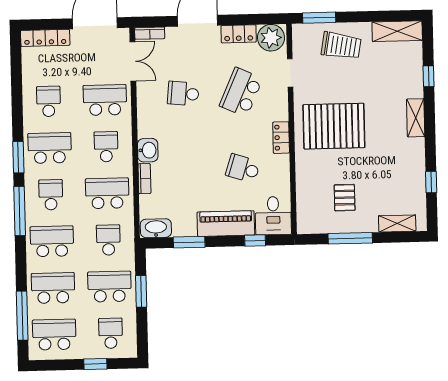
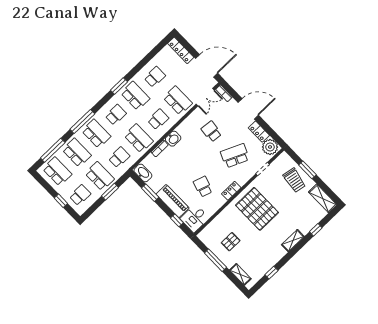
window: (319, 18) -> (307, 170), moved
window: (20, 211) -> (82, 122), moved

